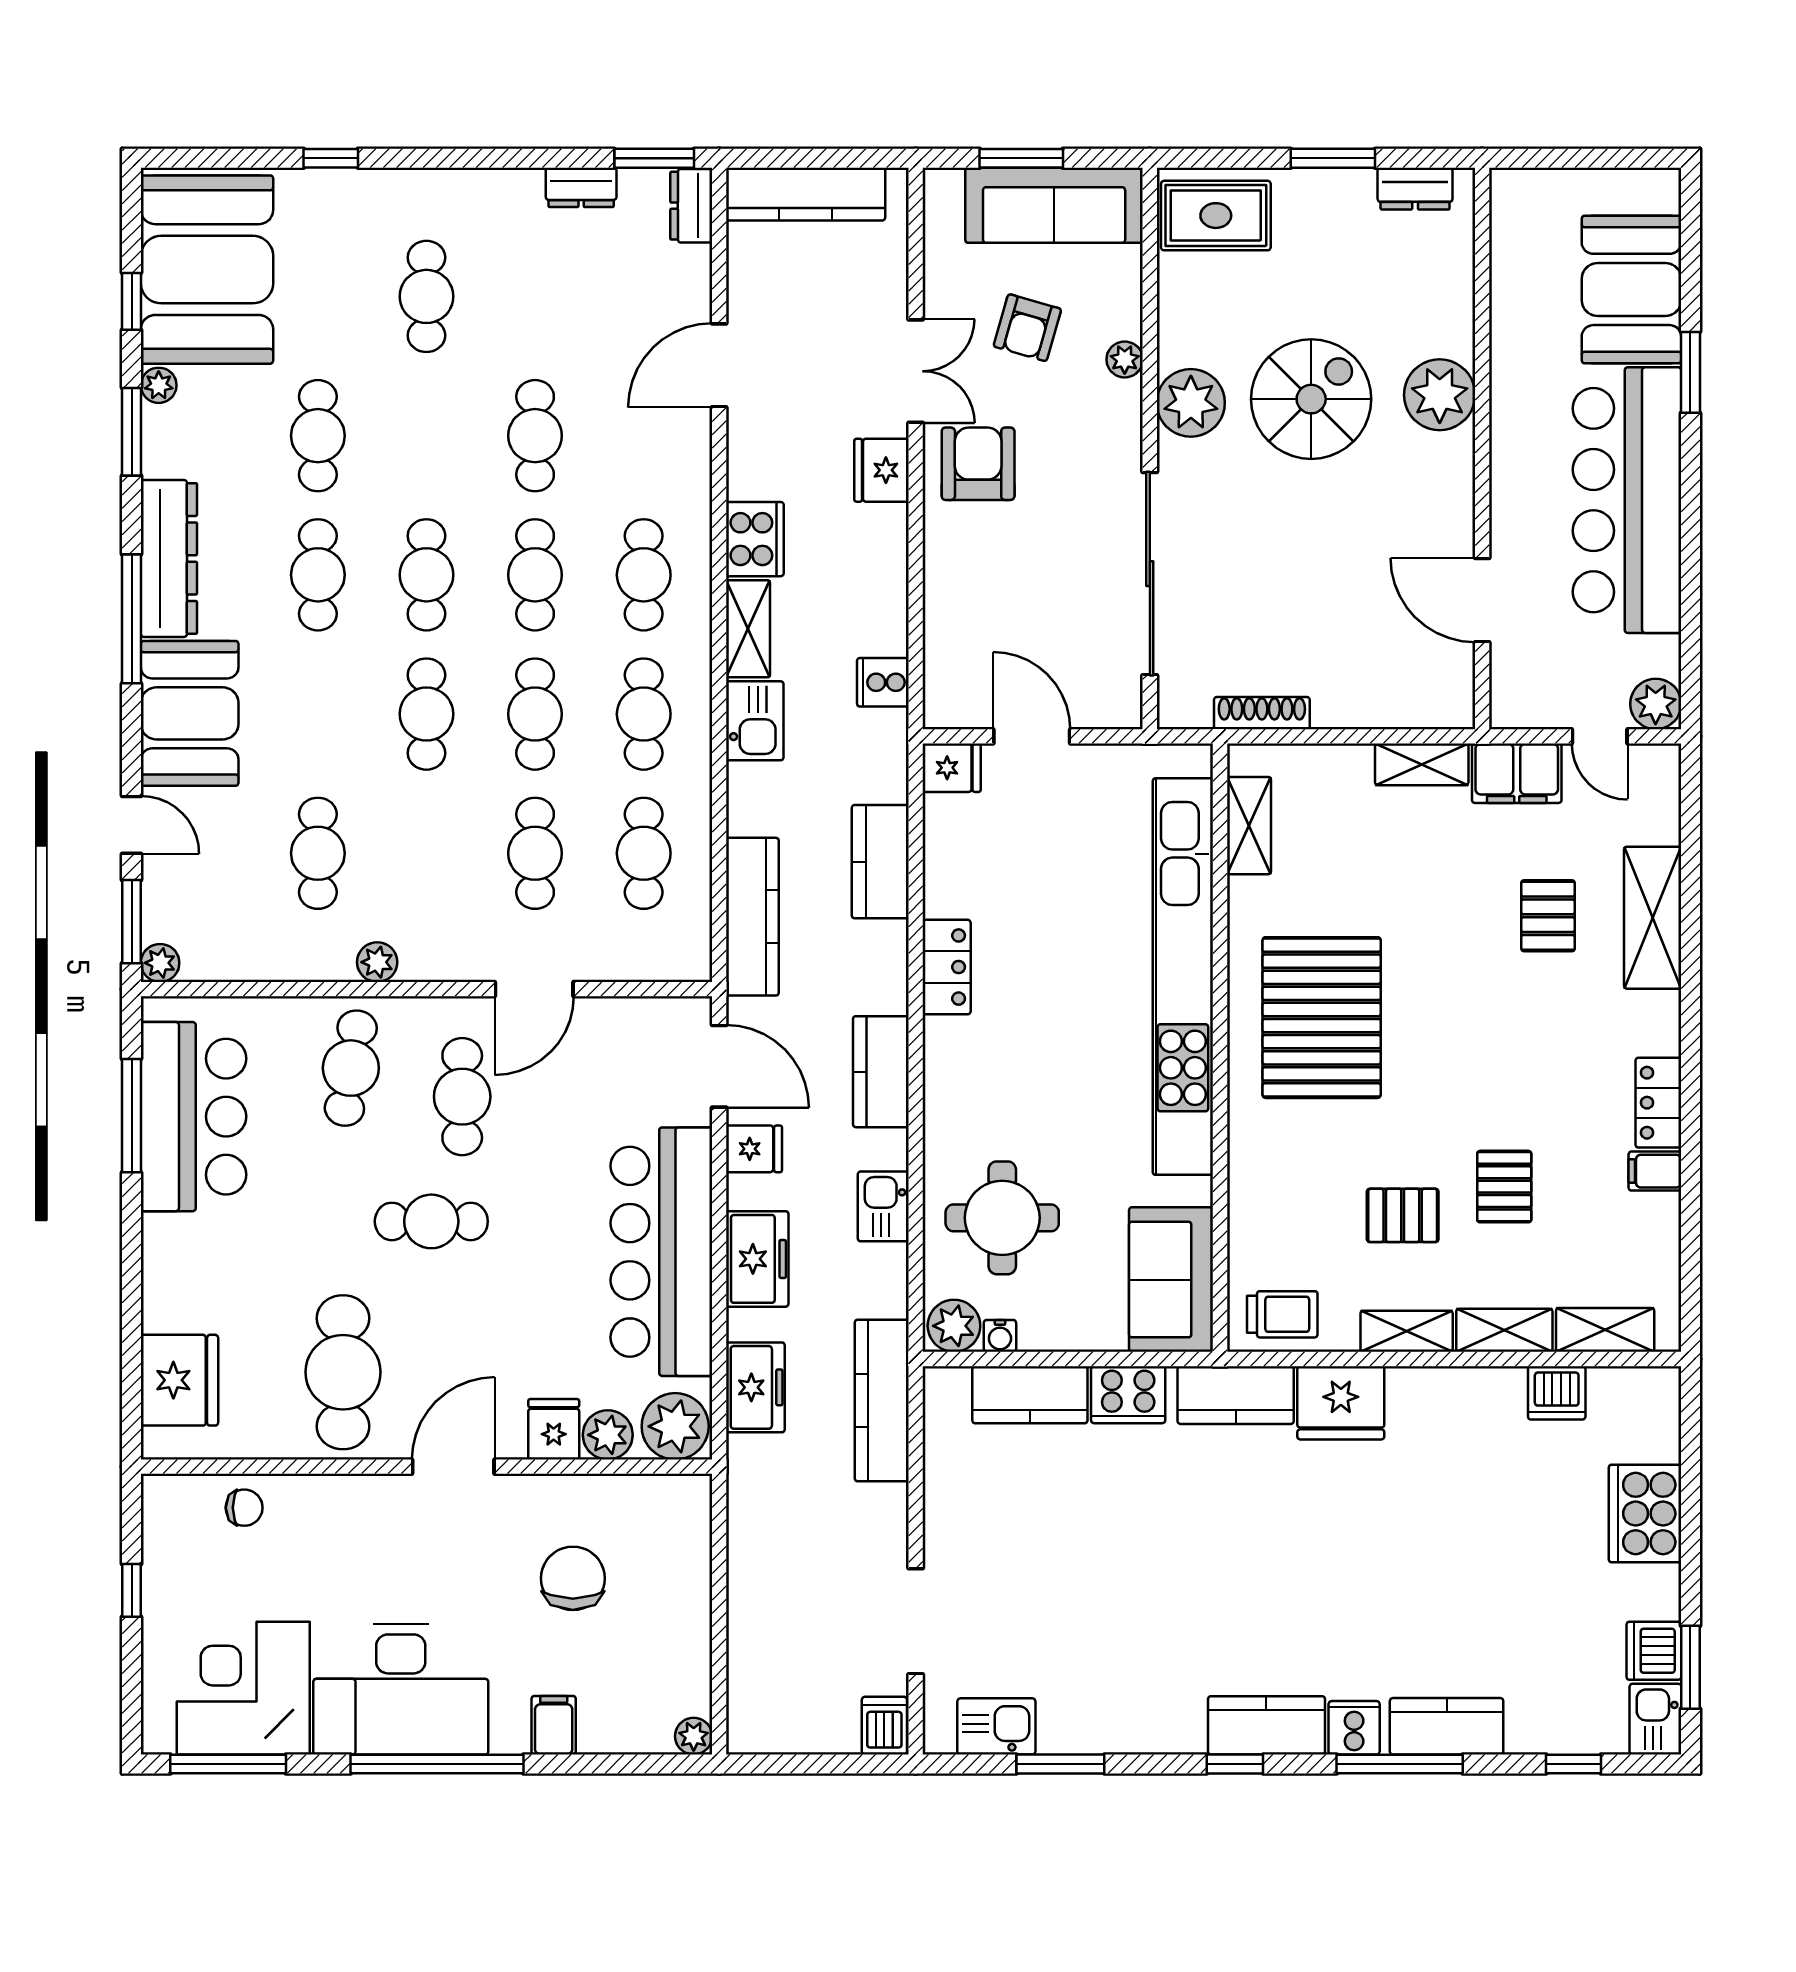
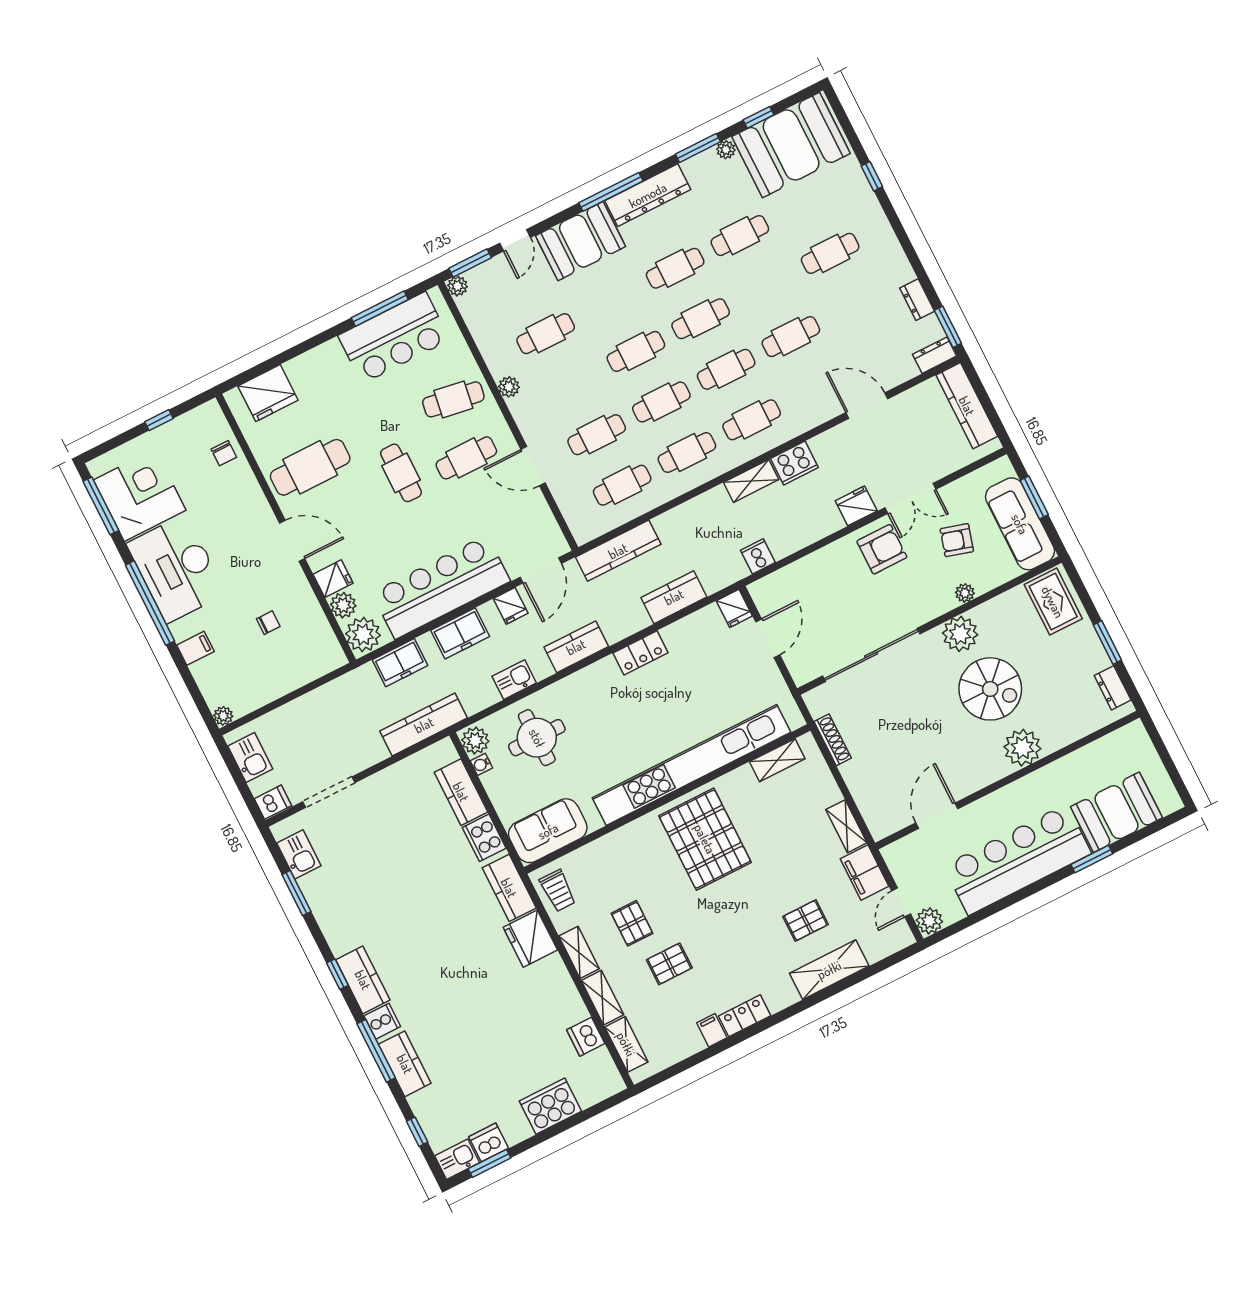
kitchen sink: (755, 721) -> (250, 758), moved, turned -90
pallet: (1322, 1018) -> (705, 839), turned 90
chair: (573, 1578) -> (268, 623), width x0.54, depth x0.54

